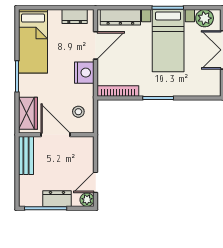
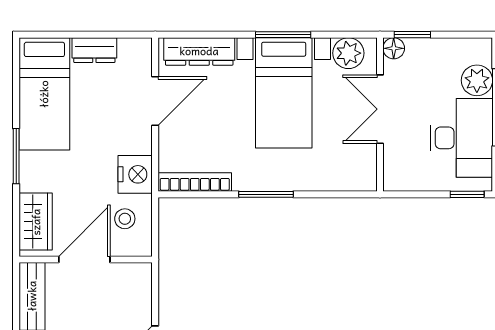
dresser: (75, 16) -> (94, 50), moved
nightstand: (84, 73) -> (135, 174), moved
door: (56, 135) -> (84, 260), hinge flipped

